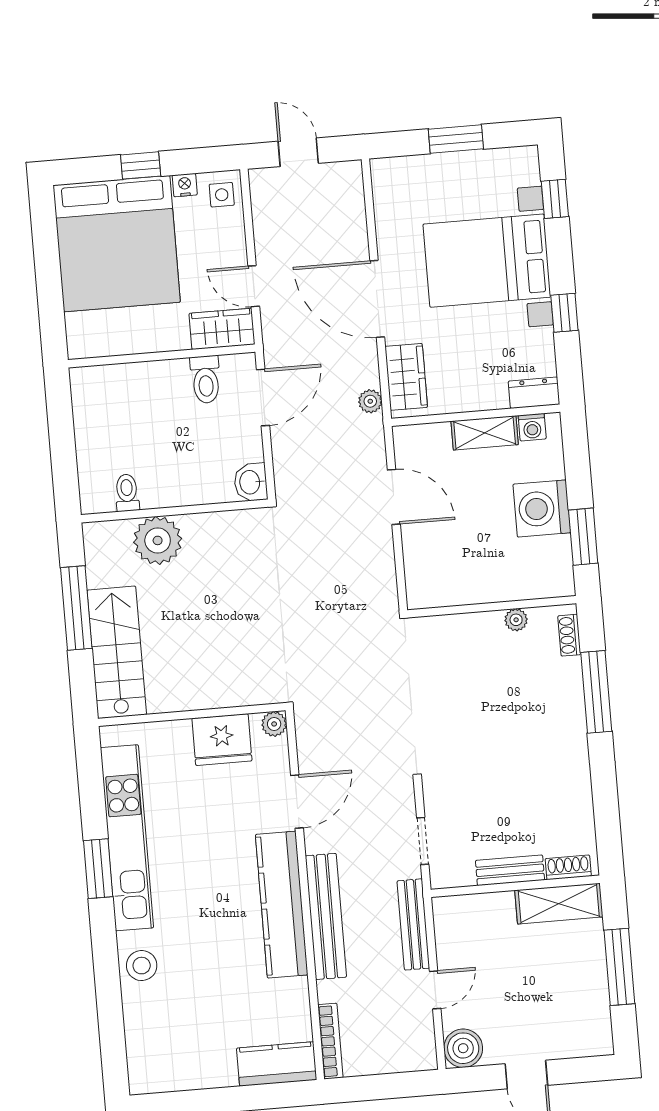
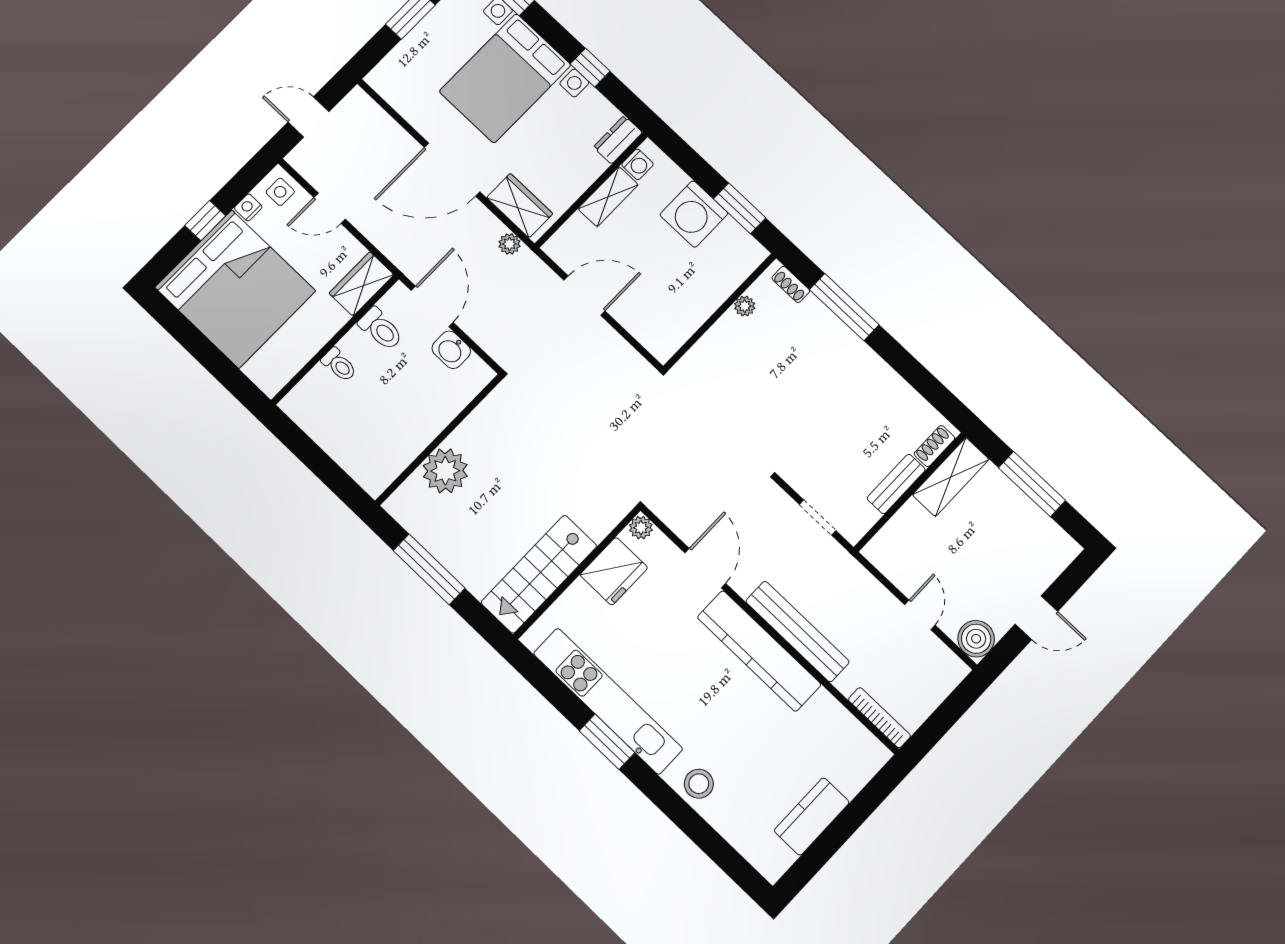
door: (254, 286) -> (330, 208), moved
washbasin: (251, 482) -> (451, 350), moved
toilet: (127, 493) -> (339, 365), moved, turned 180
stairs: (117, 652) -> (539, 574), moved, turned -90
bench: (413, 924) -> (863, 582), removed
kitchen counter: (277, 1064) -> (812, 816), moved

